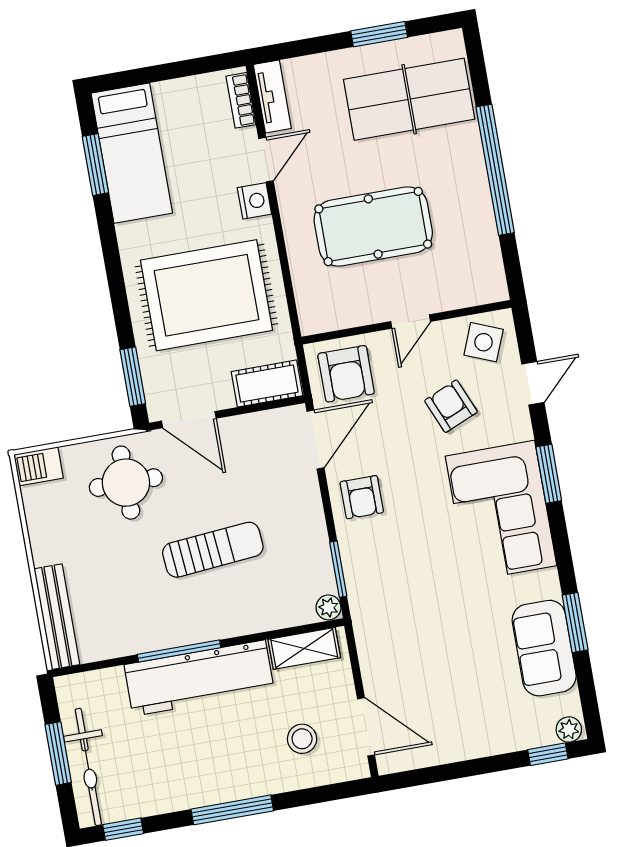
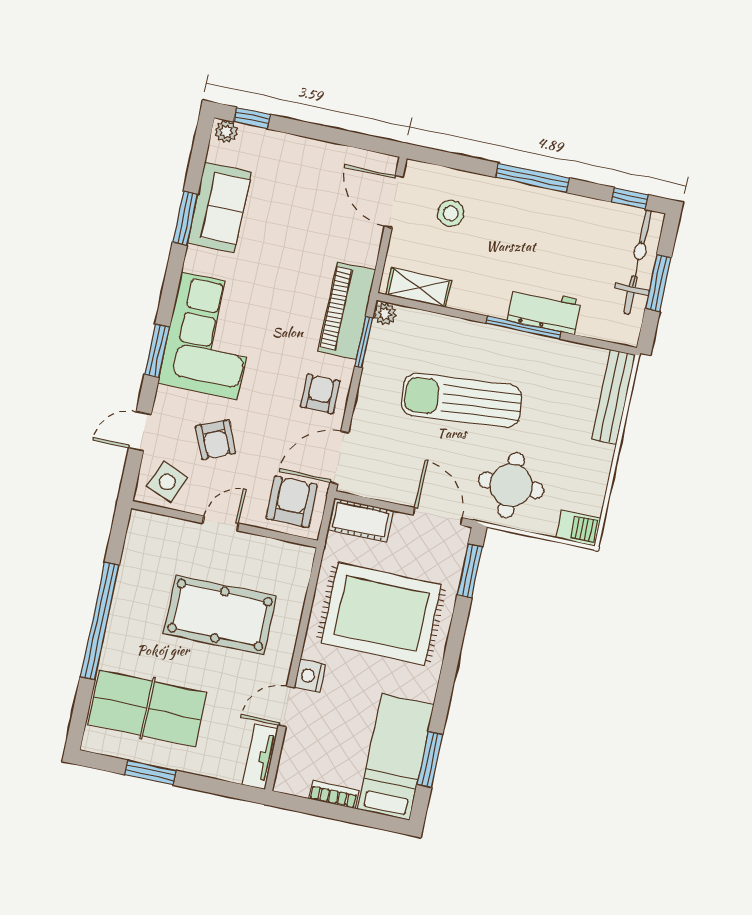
bookcase: (241, 100) -> (334, 795), moved, turned -90
sun lounger: (213, 550) -> (461, 400), width x1.36, depth x1.34
piano: (369, 594) -> (347, 311), added
workbench: (199, 678) -> (544, 310), width x0.53, depth x0.76

